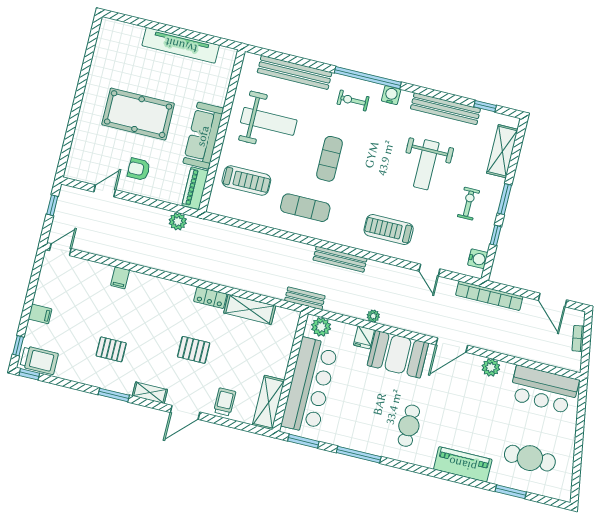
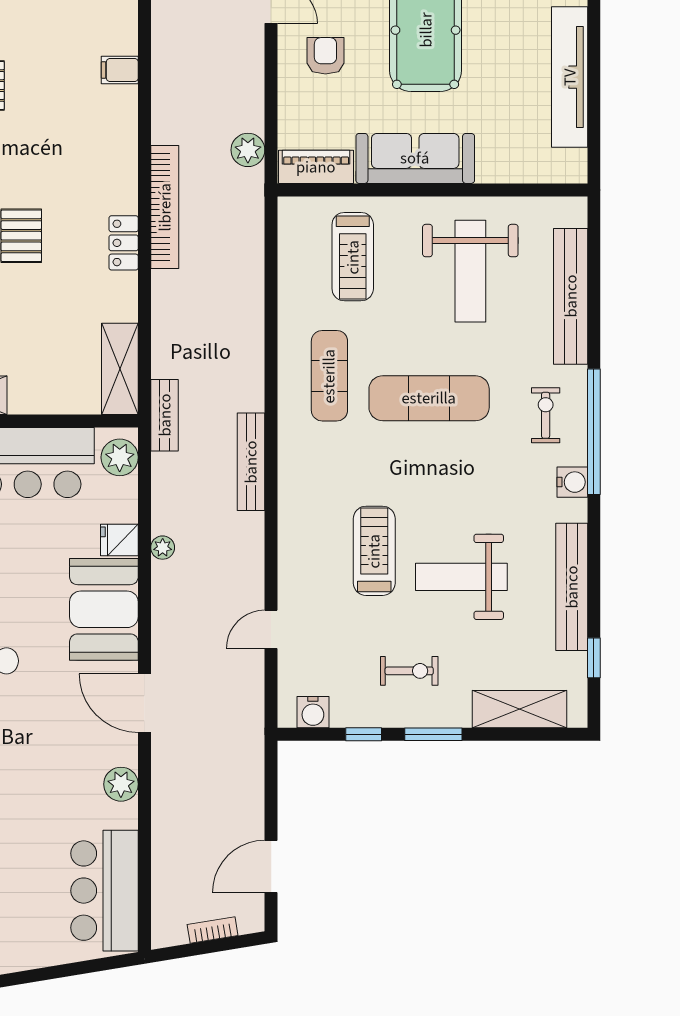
exercise mat: (330, 159) -> (429, 398), width x1.36, depth x1.45
treadmill: (389, 229) -> (374, 551), moved
bookcase: (489, 296) -> (165, 207), moved, turned 180
shelving: (250, 309) -> (120, 369), moved

